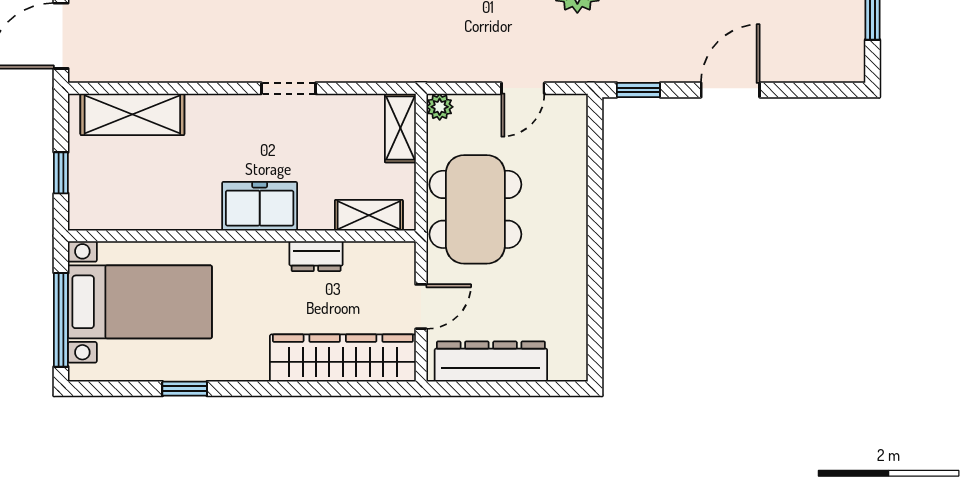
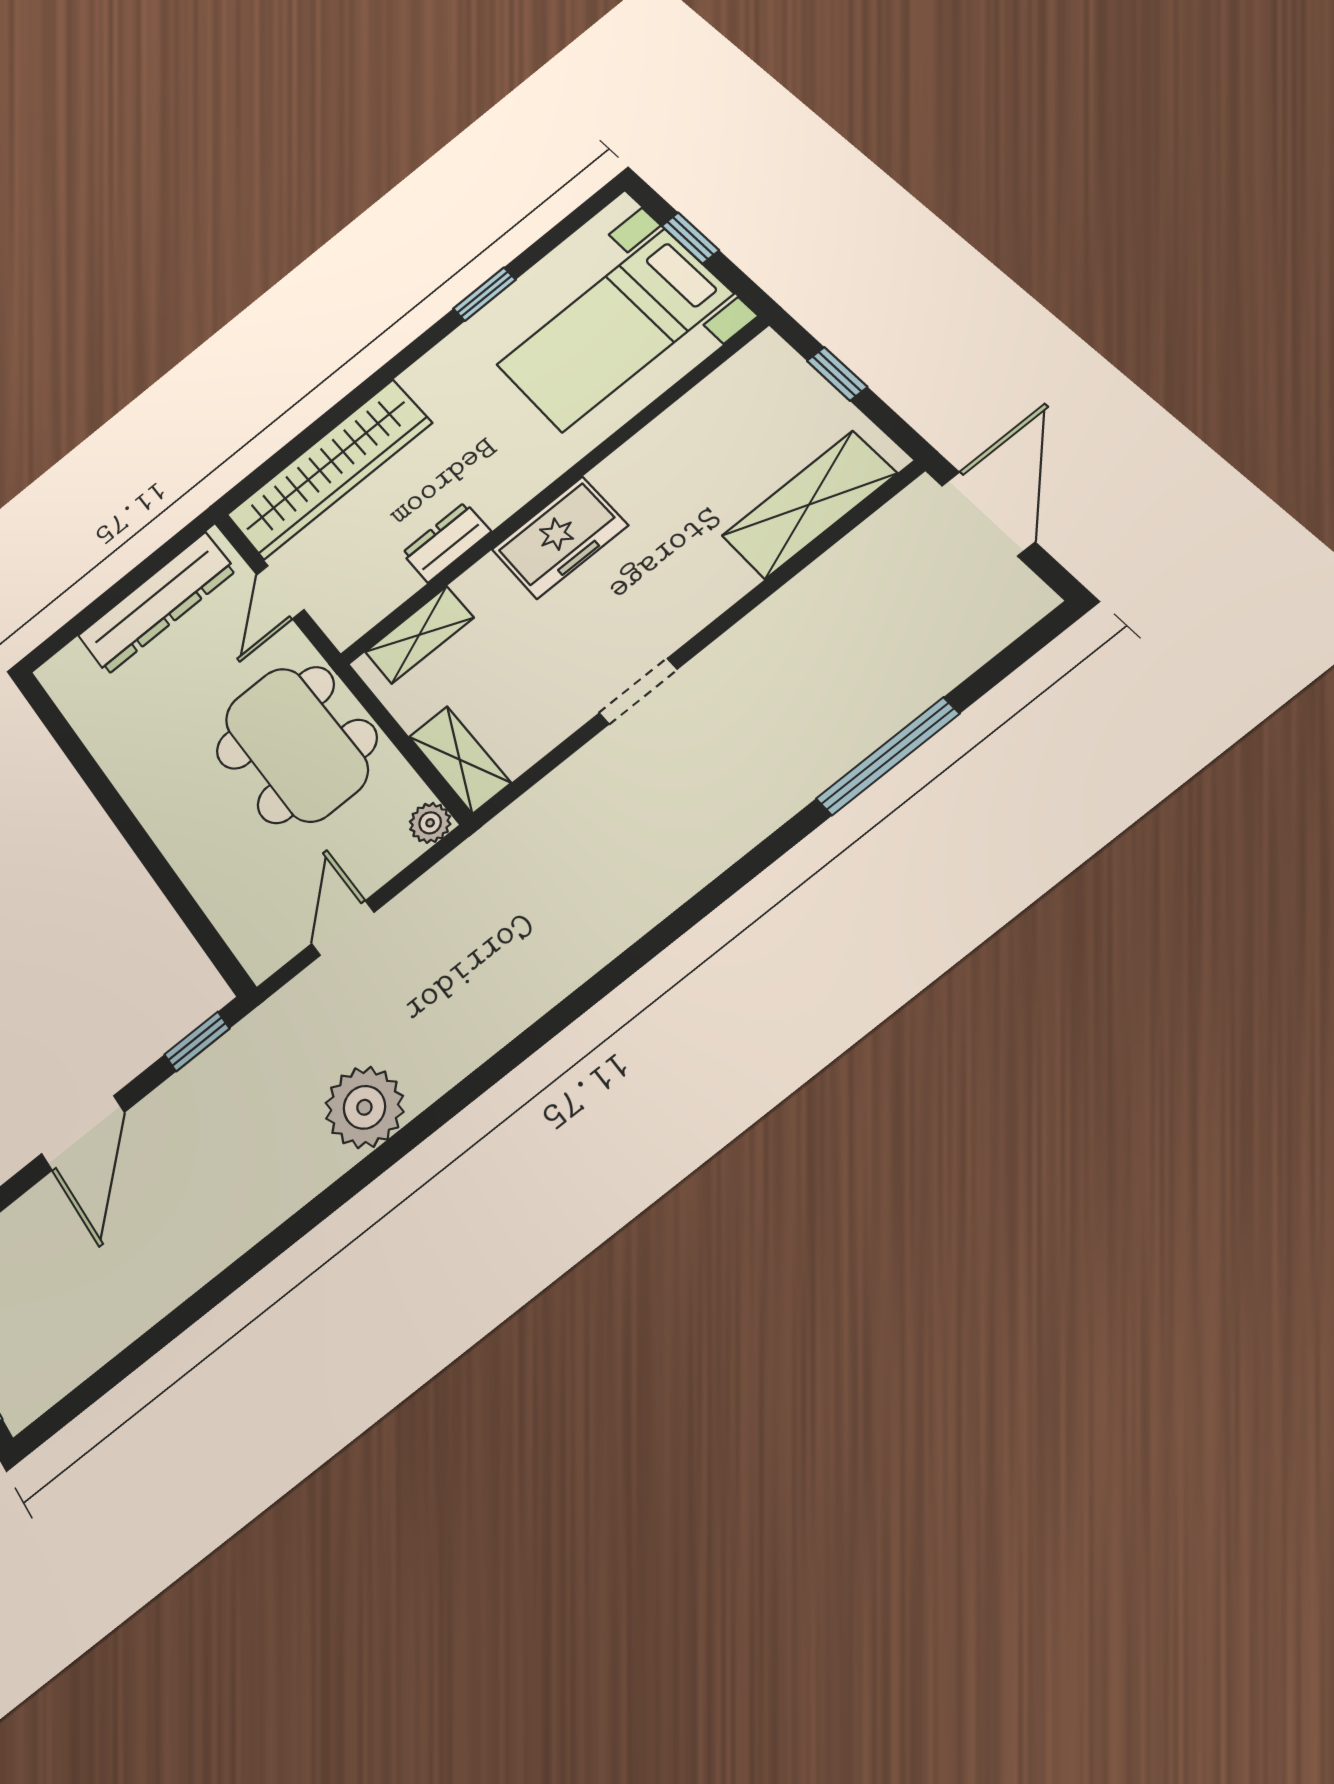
window: (61, 320) -> (690, 238), width x0.46

